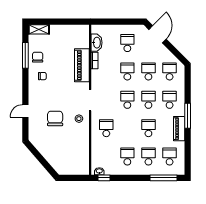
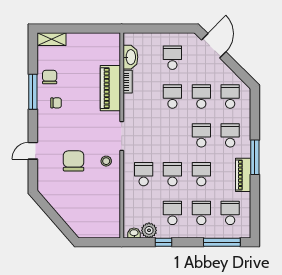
window: (25, 55) -> (33, 92), moved
school desk: (127, 100) -> (172, 174), moved
plant: (110, 169) -> (149, 230), added
window: (104, 178) -> (163, 242), moved

